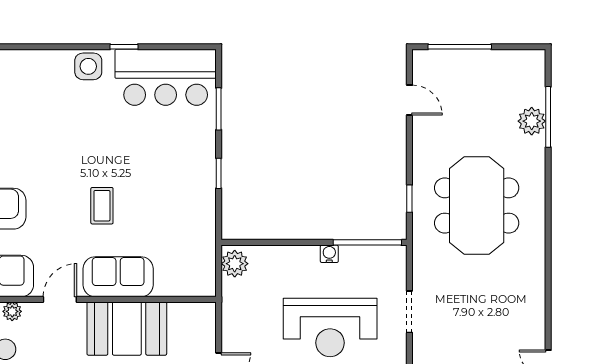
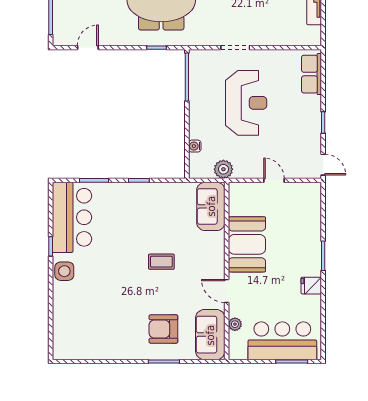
water cooler: (329, 254) -> (195, 146), moved
plant: (235, 264) -> (223, 169), moved
sofa: (118, 277) -> (211, 206), moved

